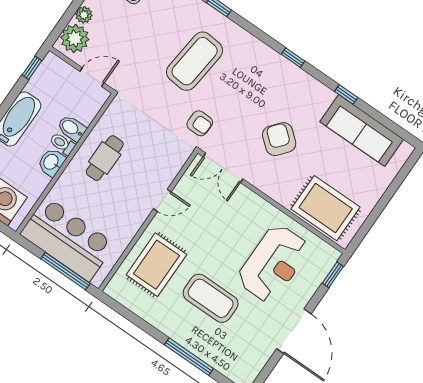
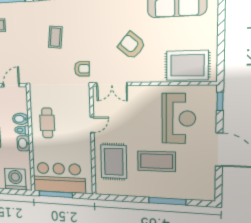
coffee table: (195, 61) -> (55, 37), width x0.54, depth x0.58
window: (65, 271) -> (56, 194), moved

